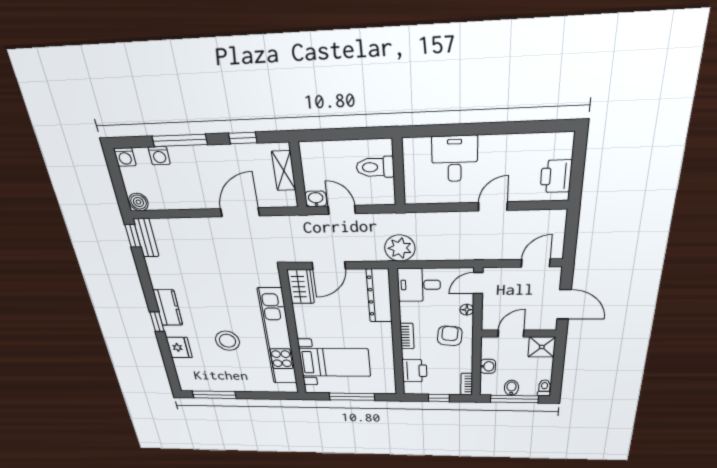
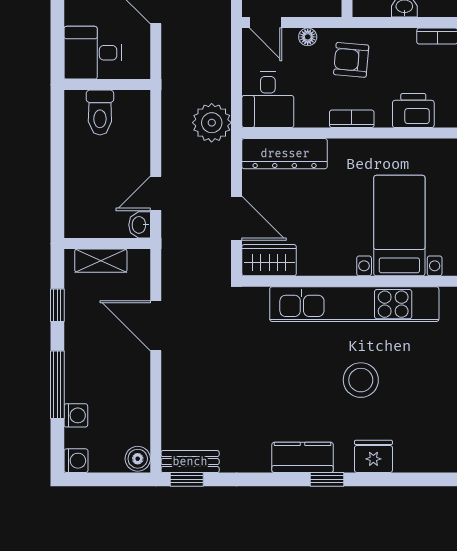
toilet: (375, 167) -> (100, 112), moved
wall: (399, 172) -> (107, 85), moved

